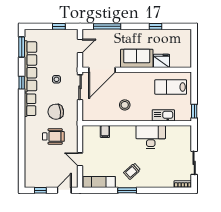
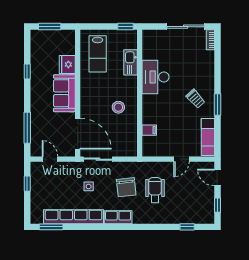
window: (194, 46) -> (50, 27), added
window: (22, 83) -> (187, 227), moved
sliding door: (194, 163) -> (186, 27), width x1.37

